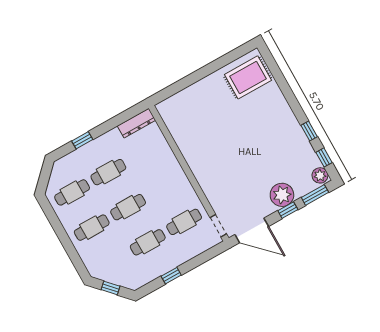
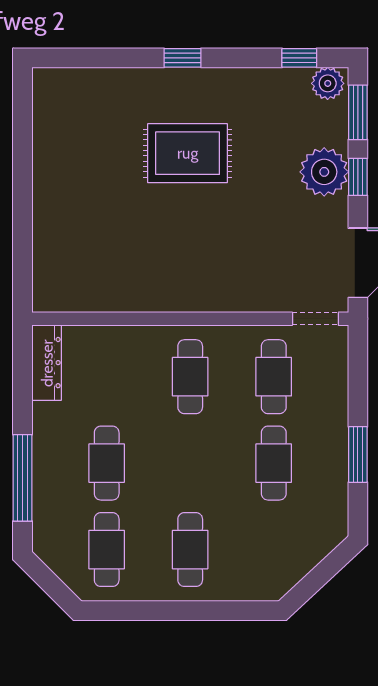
rug: (248, 77) -> (188, 153), moved, turned 90
window: (309, 131) -> (183, 58), moved
window: (82, 140) -> (22, 478), width x2.17
cafe table: (128, 207) -> (190, 377), moved
window: (171, 276) -> (358, 455), width x1.50
window: (110, 288) -> (319, 577), removed

